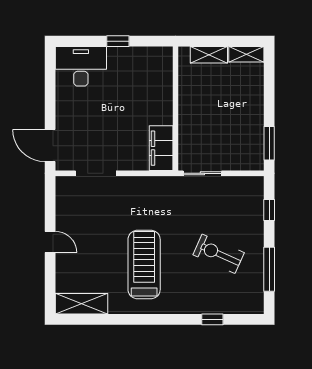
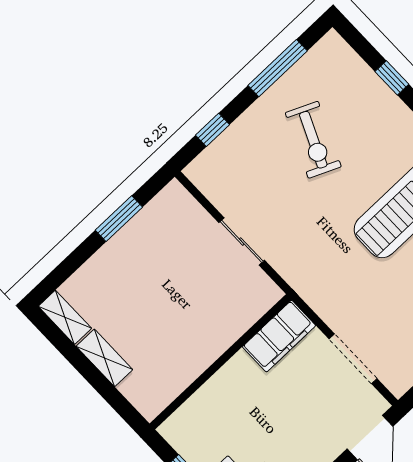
wall: (175, 108) -> (221, 362), moved
window: (269, 143) -> (119, 219), moved
filing cabinet: (161, 148) -> (279, 336), moved

